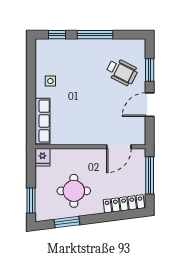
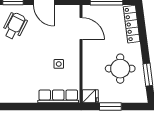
side table: (50, 81) -> (59, 64), moved
window: (31, 201) -> (110, 107), moved

